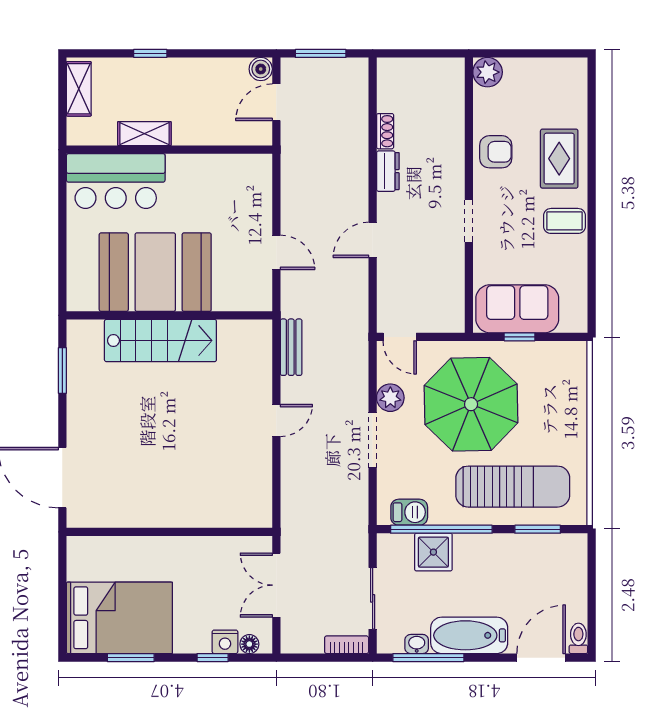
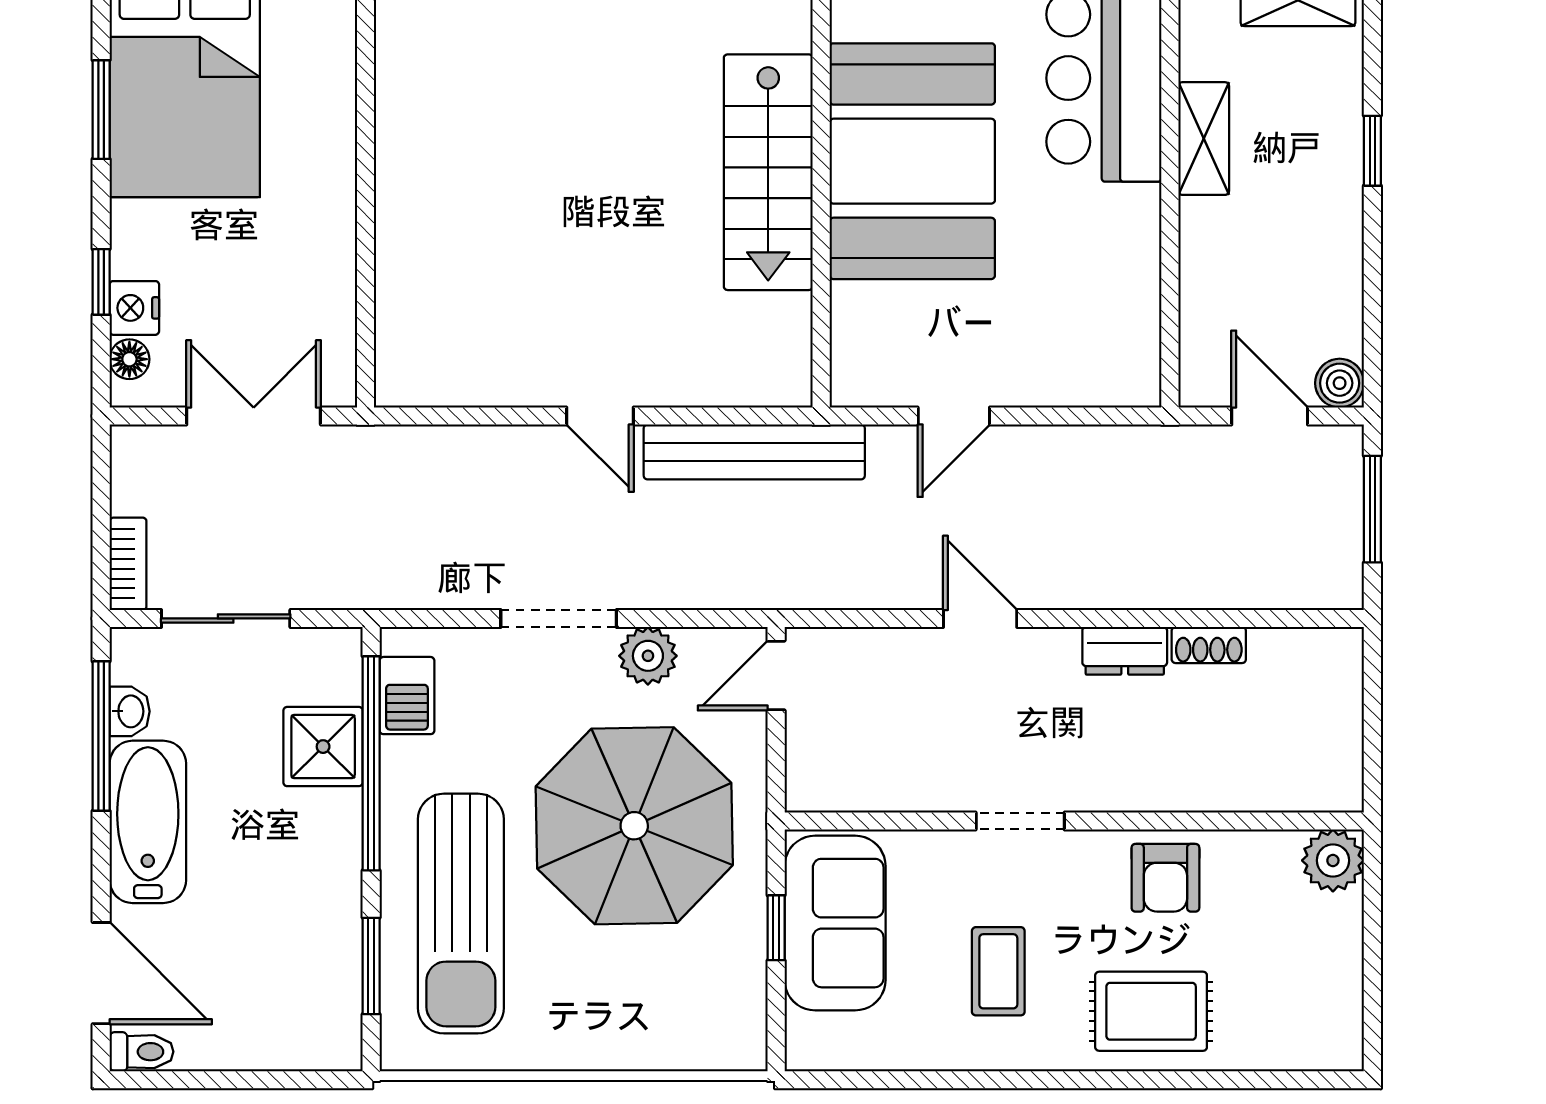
coffee table: (564, 221) -> (998, 971), moved
bench: (291, 347) -> (754, 452), width x1.86, depth x1.21

